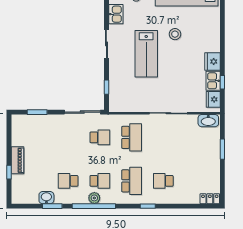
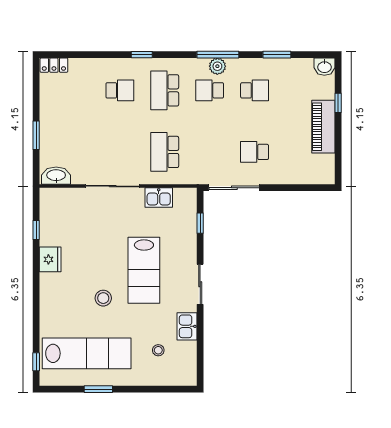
lab bench: (146, 54) -> (144, 270), turned 180
kitchen sink: (213, 81) -> (159, 198), moved, turned 90
fridge: (213, 99) -> (49, 206), removed
window: (37, 112) -> (298, 188), removed
school desk: (100, 137) -> (255, 152), moved
piano: (17, 160) -> (323, 127), width x1.37, depth x1.33
washbasin: (46, 198) -> (324, 67), moved
window: (94, 206) -> (218, 55), width x0.68

